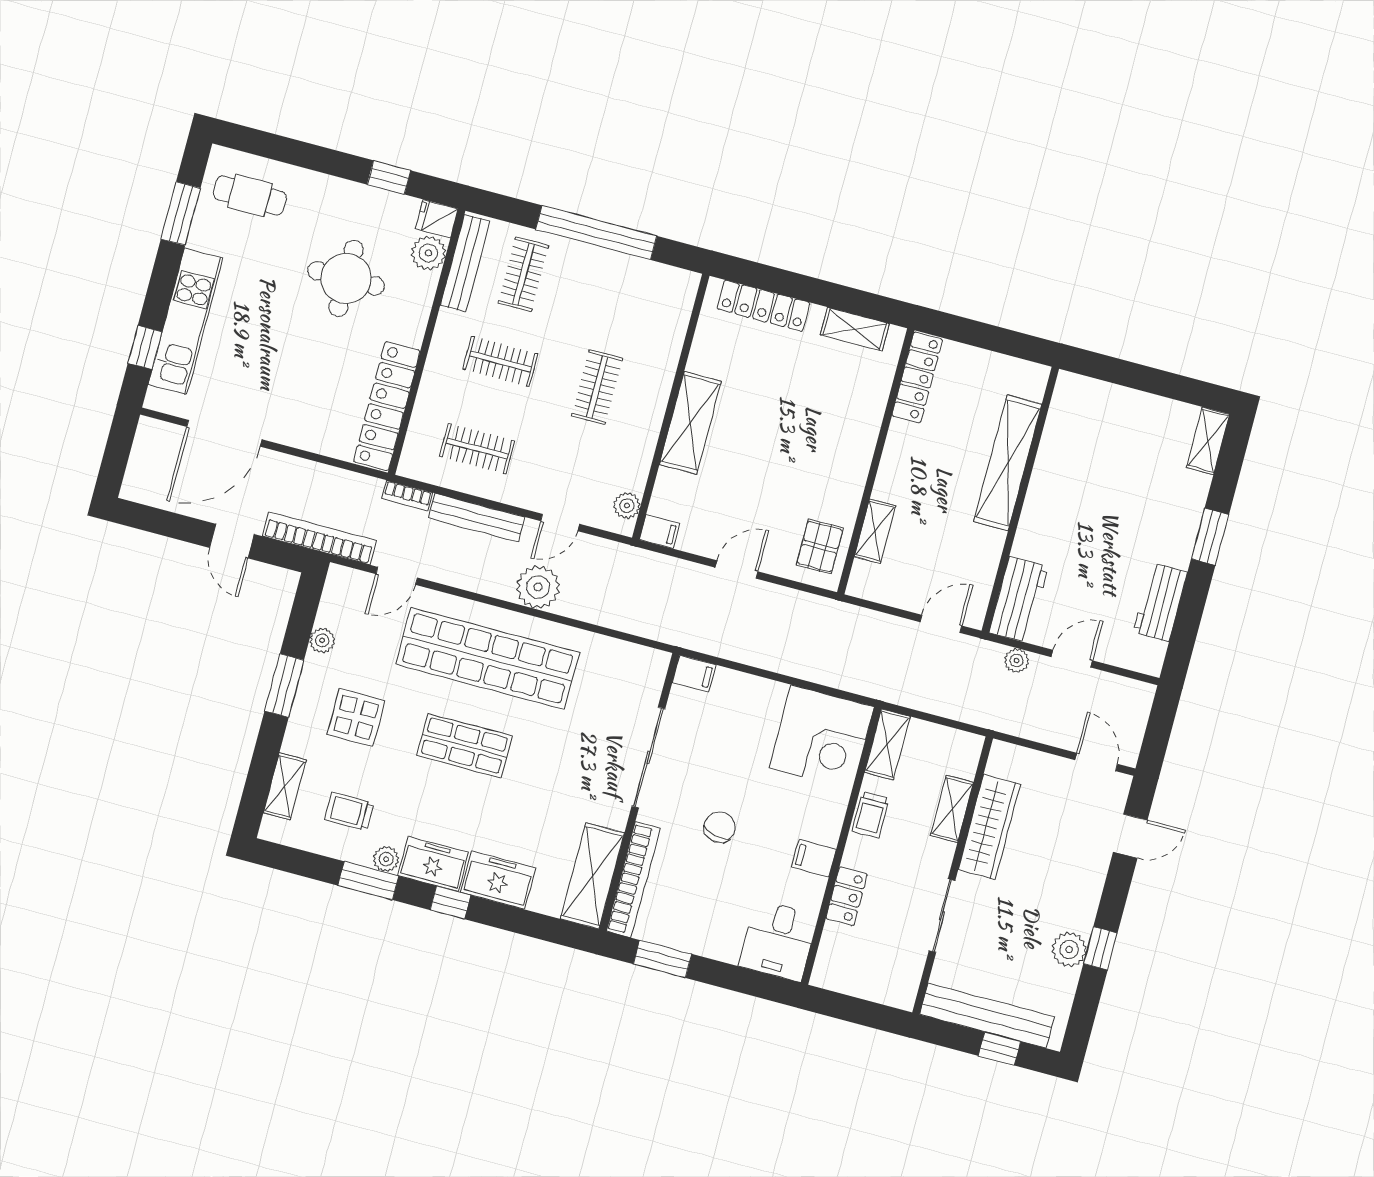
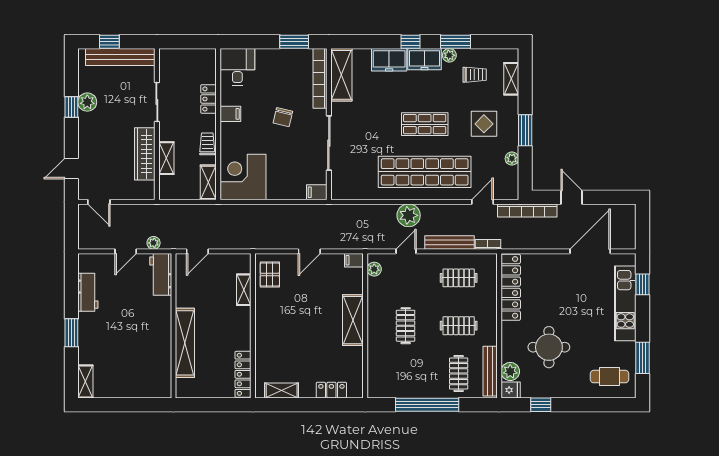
locker: (764, 306) -> (331, 390), width x0.66

